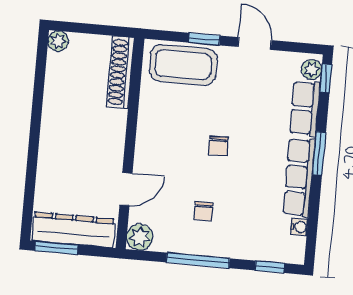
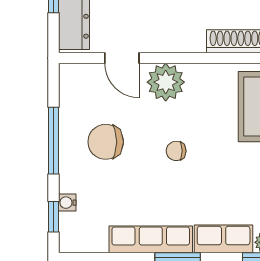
chair: (204, 211) -> (106, 142), width x1.87, depth x1.87
water cooler: (299, 227) -> (67, 203), moved, turned 90
plant: (140, 237) -> (166, 82), moved, width x1.36, depth x1.36

